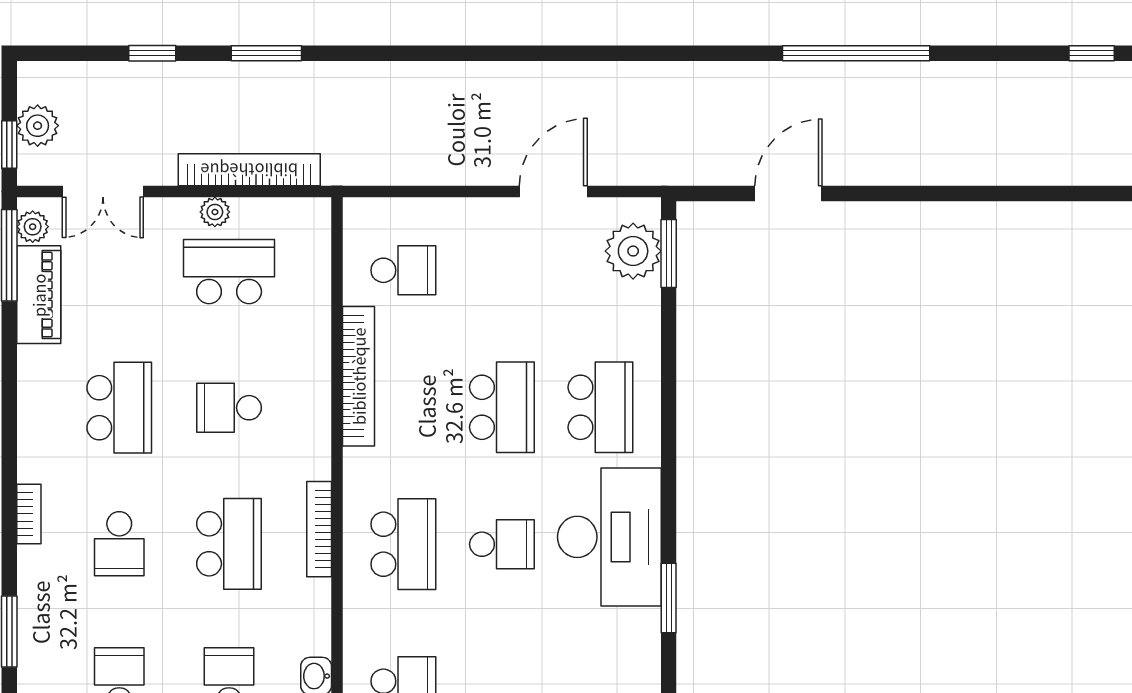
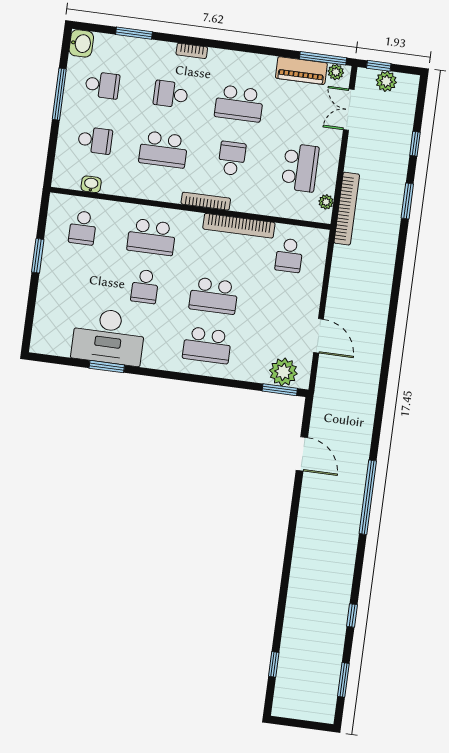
bookcase: (249, 170) -> (347, 209), moved
plant: (215, 212) -> (326, 202), moved
bookcase: (319, 529) -> (206, 201), moved
desk: (609, 537) -> (108, 336), moved

